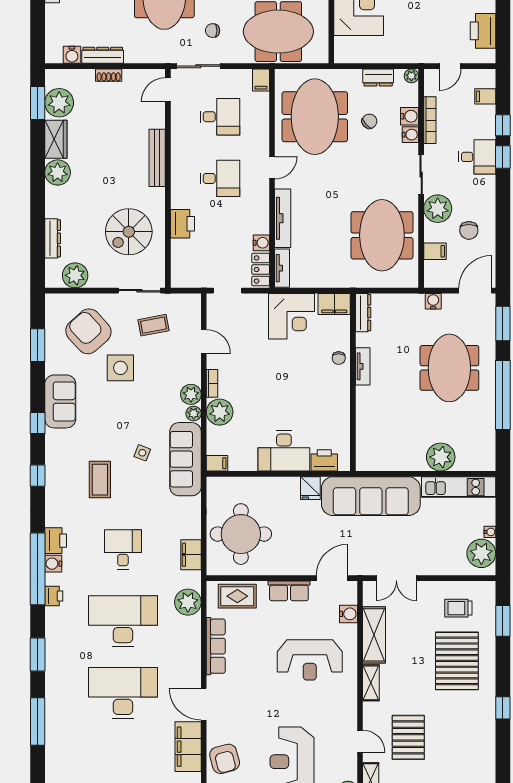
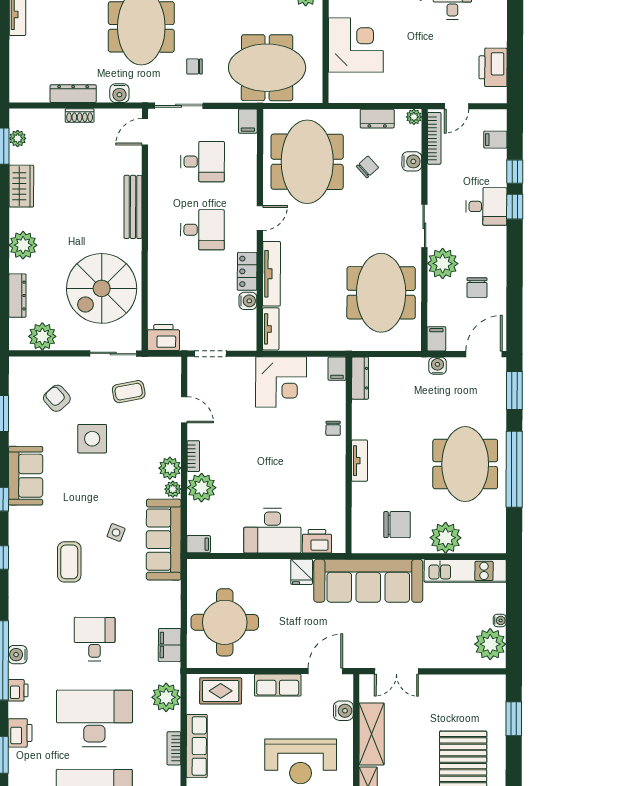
water cooler: (72, 55) -> (119, 93), moved
plant: (59, 103) -> (18, 138), width x0.53, depth x0.53
bookcase: (430, 120) -> (434, 138), moved
water cooler: (410, 135) -> (413, 182), removed
plant: (58, 172) -> (23, 245), moved
printer: (182, 224) -> (163, 338), moved, turned -90
spiral stairs: (129, 232) -> (102, 288), width x1.37, depth x1.37
filing cabinet: (435, 251) -> (436, 339), moved, turned -90
locker: (261, 270) -> (247, 271), moved
filing cabinet: (334, 304) -> (337, 369), width x0.50
armchair: (88, 331) -> (57, 398), width x0.53, depth x0.53
tv unit: (363, 366) -> (360, 461), moved
meeting table: (449, 368) -> (465, 464), moved
chair: (397, 445) -> (397, 525), added
printer: (56, 541) -> (20, 733), moved
trolley: (458, 608) -> (465, 705), removed
bookcase: (195, 648) -> (174, 748), added

